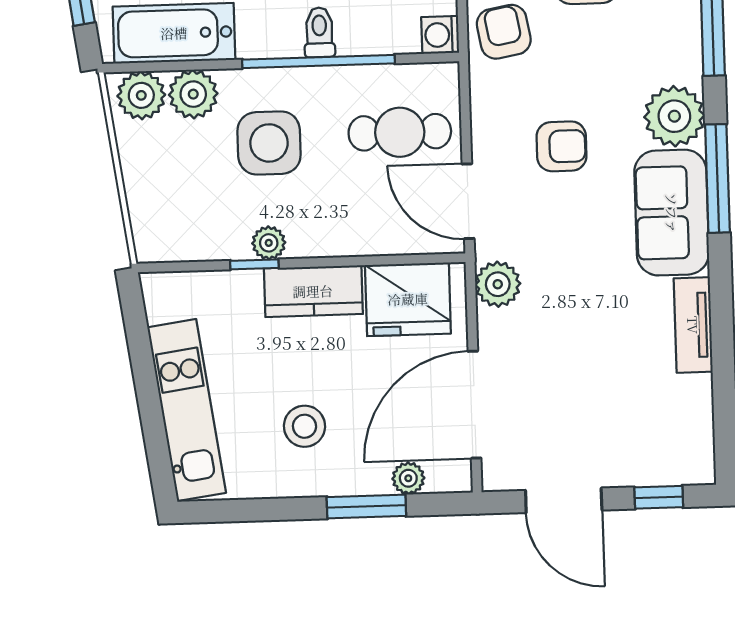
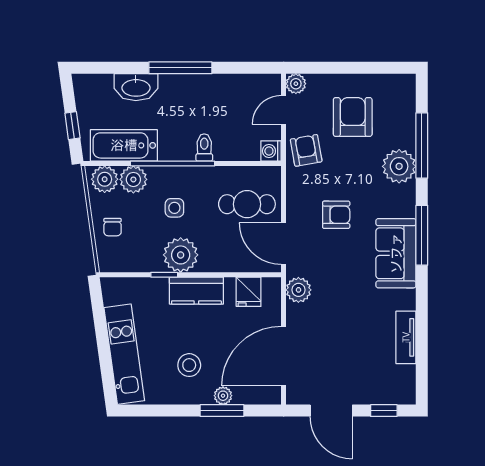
window: (318, 61) -> (173, 164), moved
plant: (674, 116) -> (399, 166), moved
side table: (269, 143) -> (174, 208), width x0.54, depth x0.54
chair: (158, 181) -> (113, 227), added
plant: (269, 243) -> (181, 255), width x1.87, depth x1.87
fridge: (408, 299) -> (249, 292), width x0.53, depth x0.75
tv unit: (693, 325) -> (406, 337), moved
plant: (408, 478) -> (223, 396), moved

